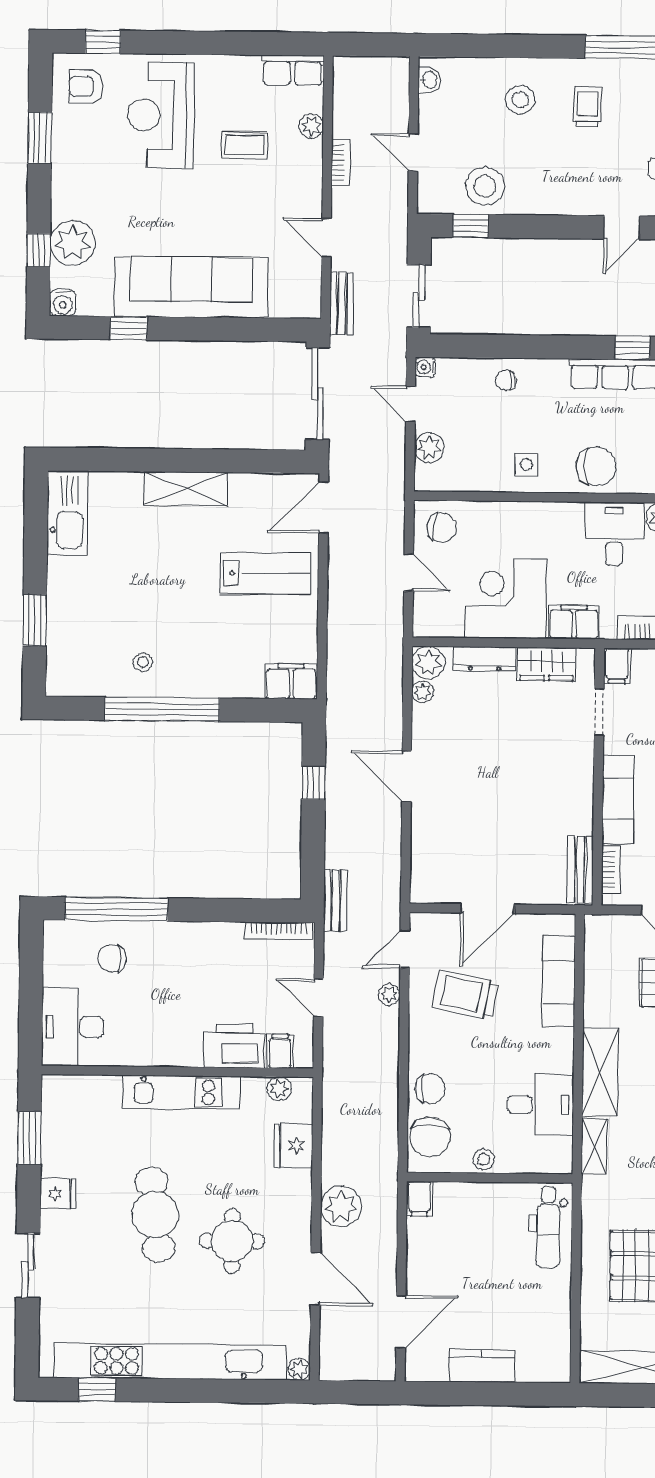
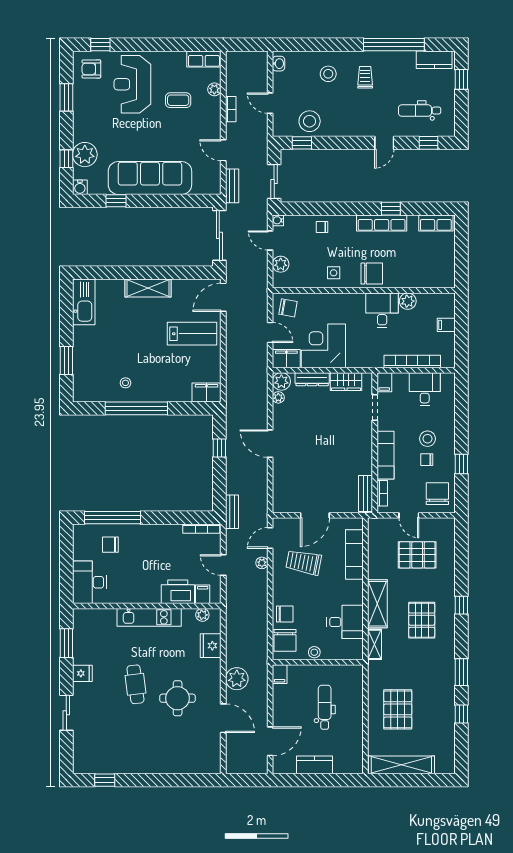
filing cabinet: (574, 622) -> (286, 359), moved
cafe table: (155, 1215) -> (135, 684), width x0.73, depth x0.74
dental chair: (548, 1227) -> (325, 707), moved, turned 180
kitchen unit: (170, 1361) -> (144, 764), removed
plant: (299, 1369) -> (215, 768), removed

